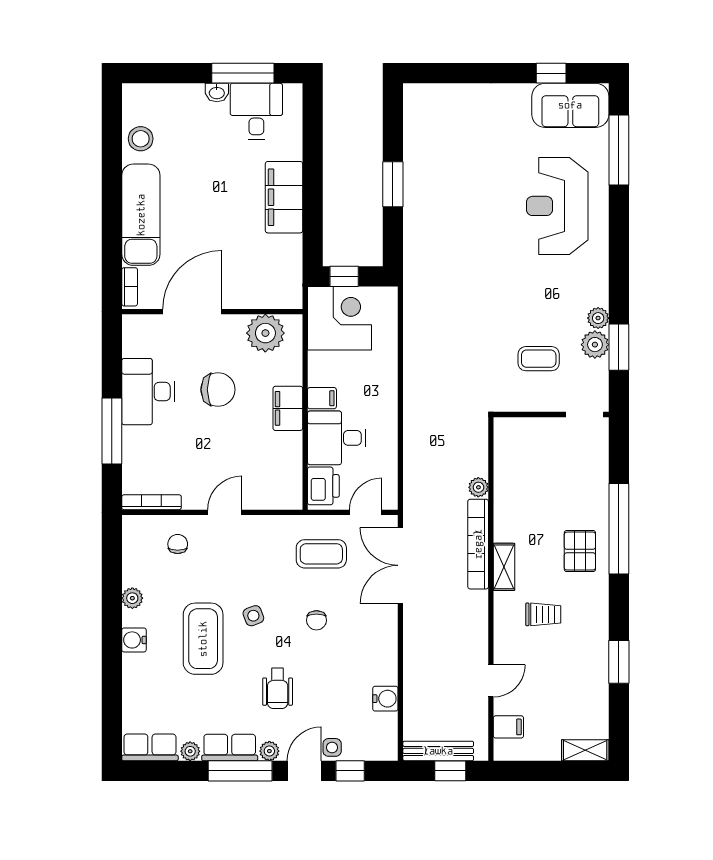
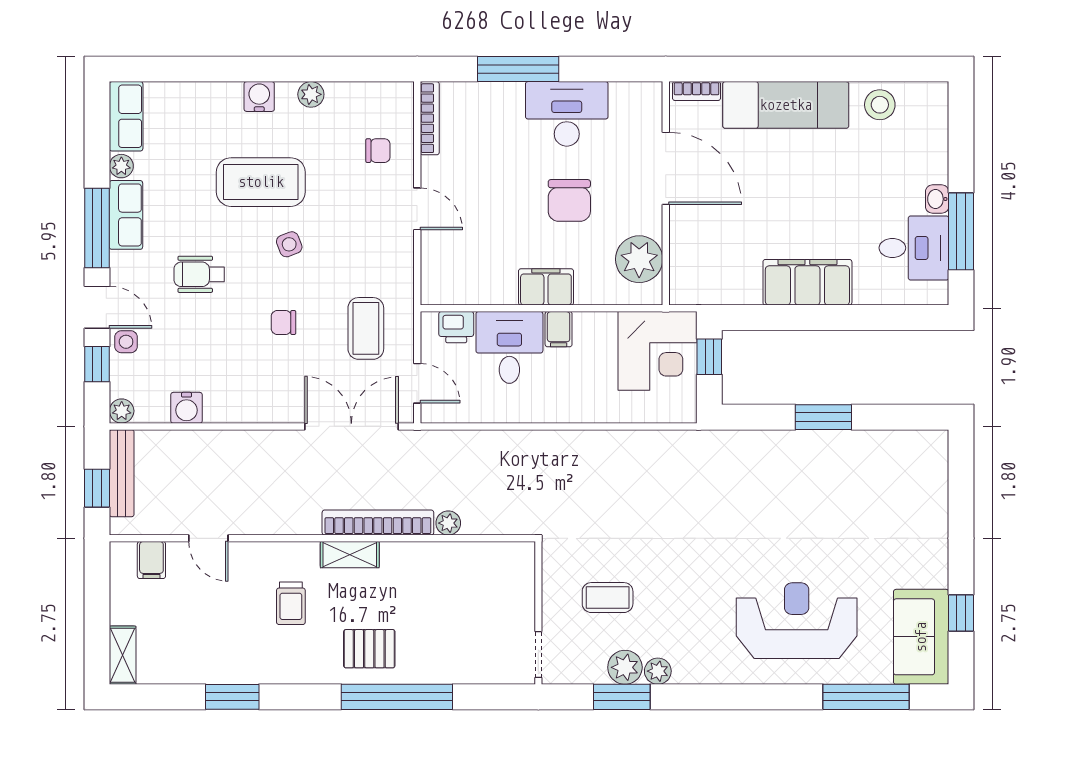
coffee table: (539, 359) -> (608, 598), turned 90
printer: (323, 486) -> (456, 327), width x0.73, depth x0.81
plant: (269, 751) -> (122, 411), moved

